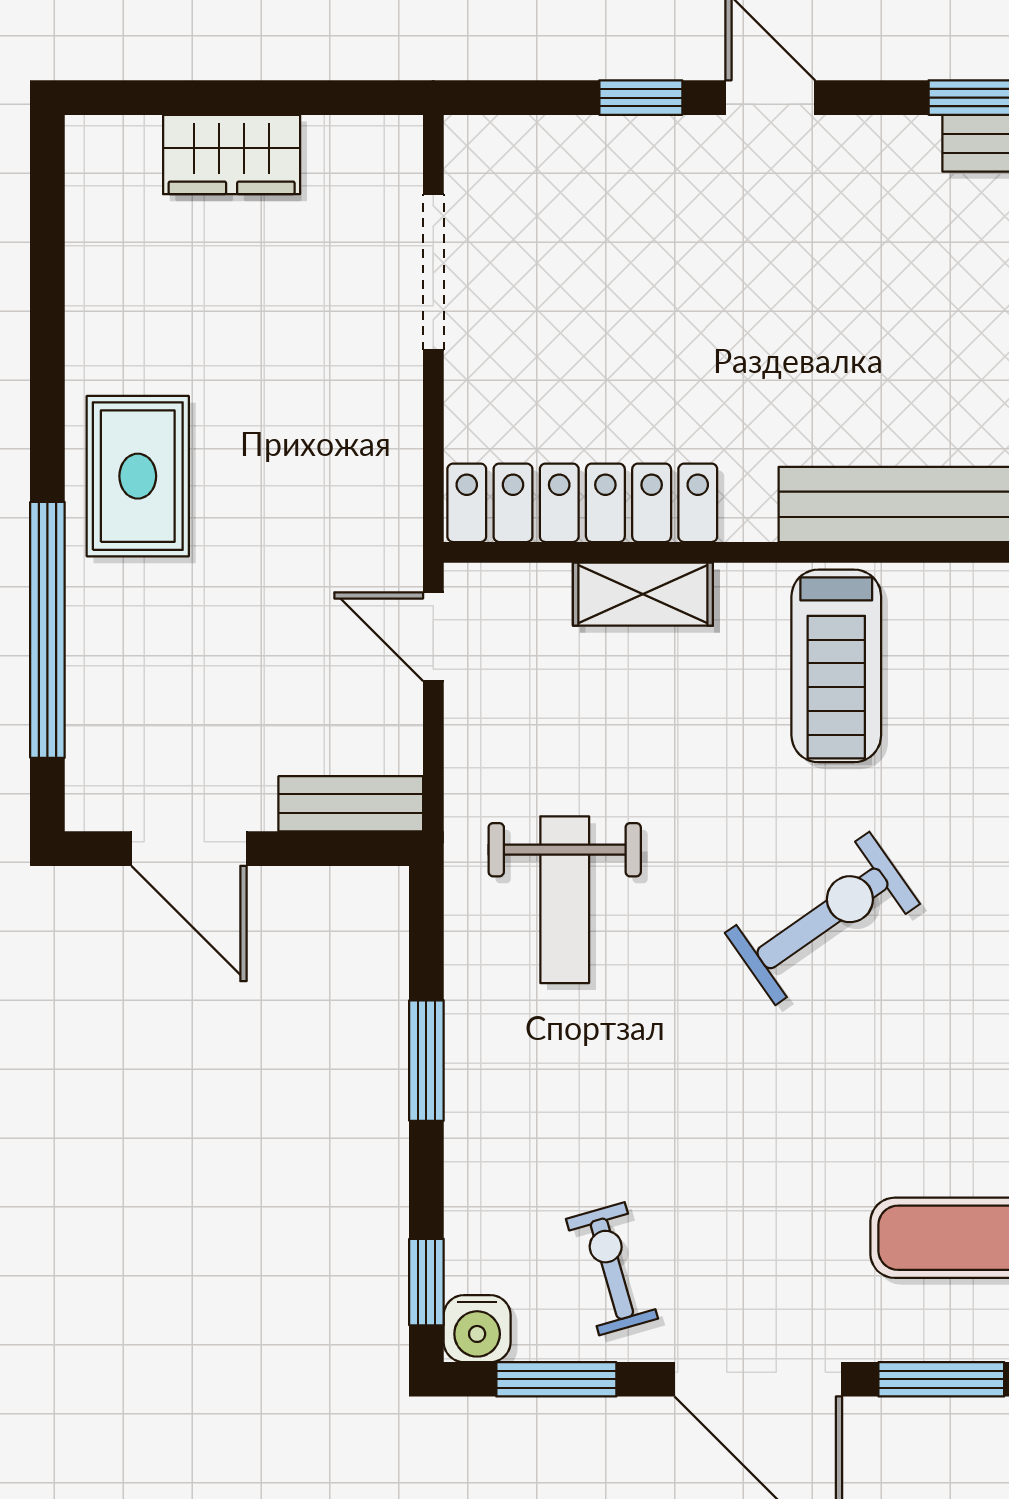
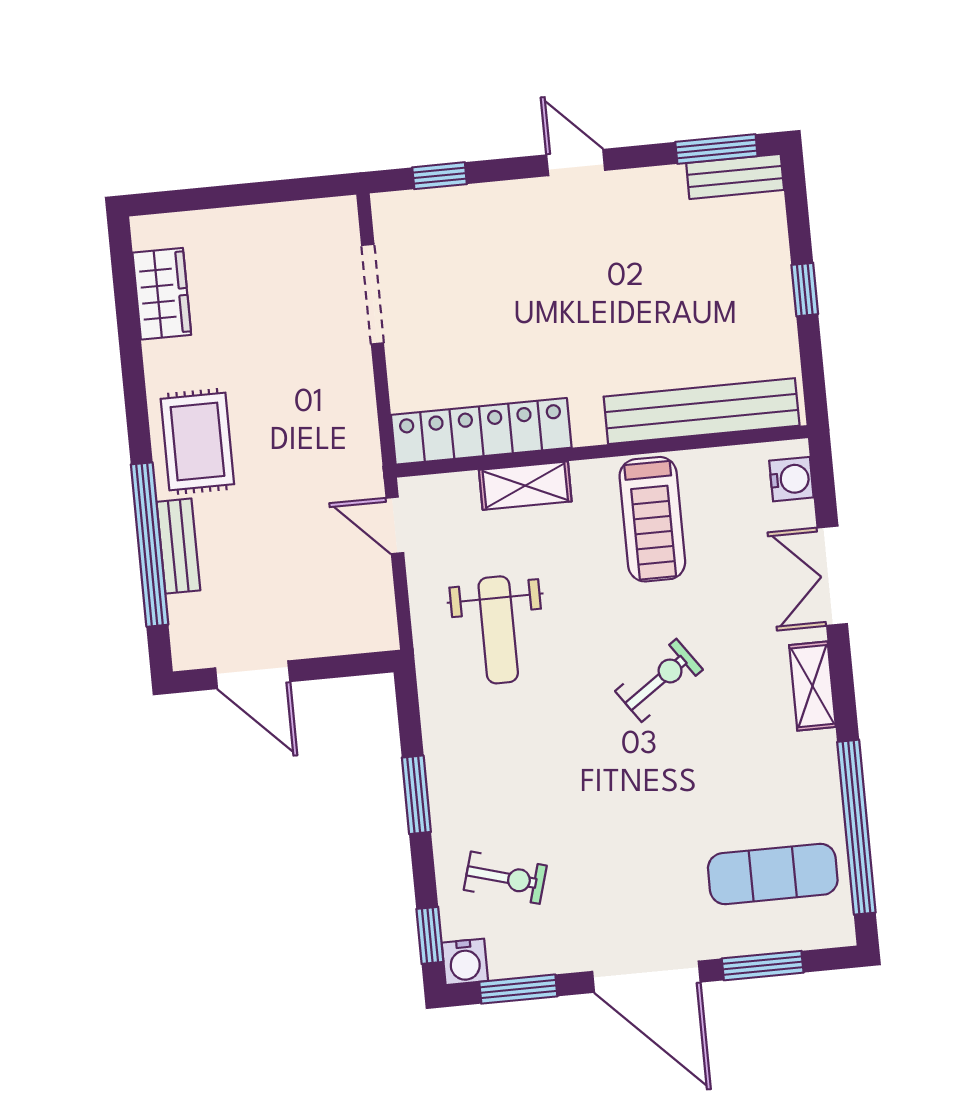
window: (641, 98) -> (440, 176), moved
wardrobe: (232, 154) -> (162, 294), moved, turned -90
bench: (351, 804) -> (178, 546), moved, turned 90
weight bench: (565, 900) -> (498, 630), moved
exercise bike: (822, 918) -> (659, 680), width x0.73, depth x0.72
exercise bike: (612, 1269) -> (505, 878), moved, turned 122

